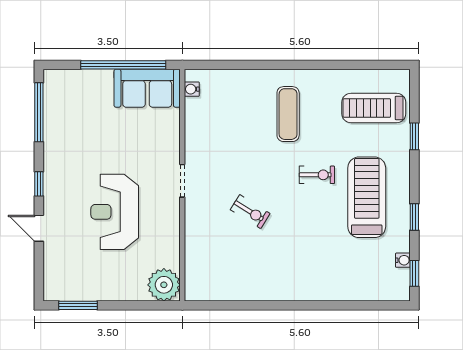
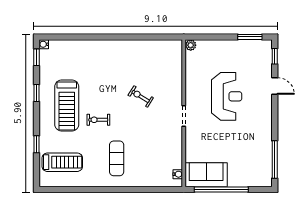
window: (39, 184) -> (275, 56), moved
water cooler: (403, 260) -> (44, 44), moved
plant: (164, 285) -> (191, 45), width x0.53, depth x0.53

